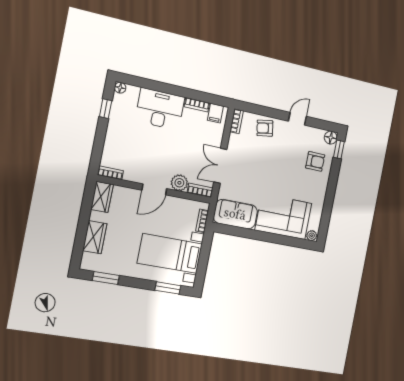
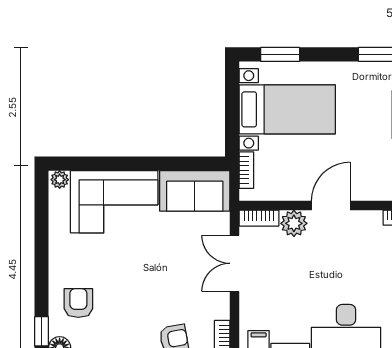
armchair: (315, 161) -> (78, 303), turned 90
double door: (220, 166) -> (234, 263), swing flipped

